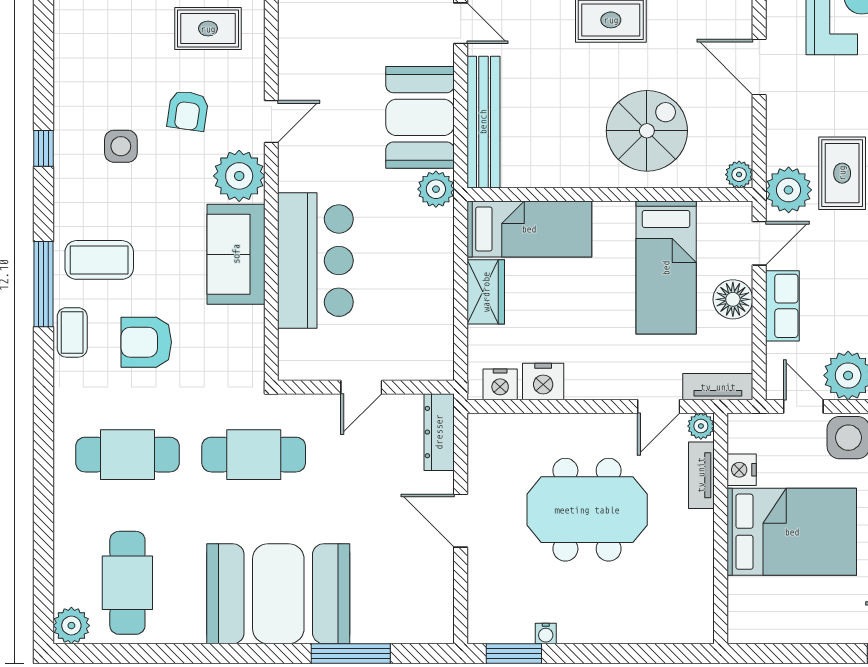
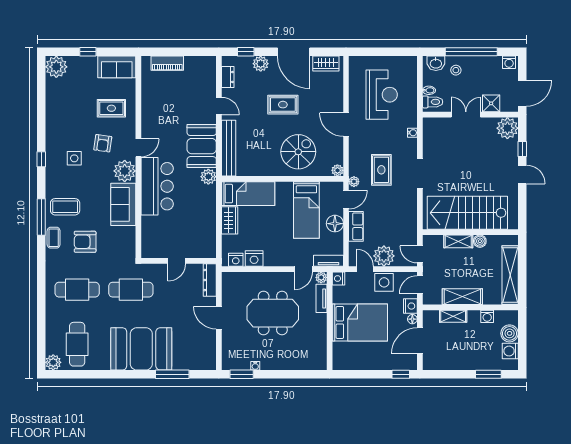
plant: (789, 190) -> (354, 182), width x0.53, depth x0.53
bar counter: (315, 261) -> (157, 186), moved
nightstand: (742, 470) -> (339, 279), moved

